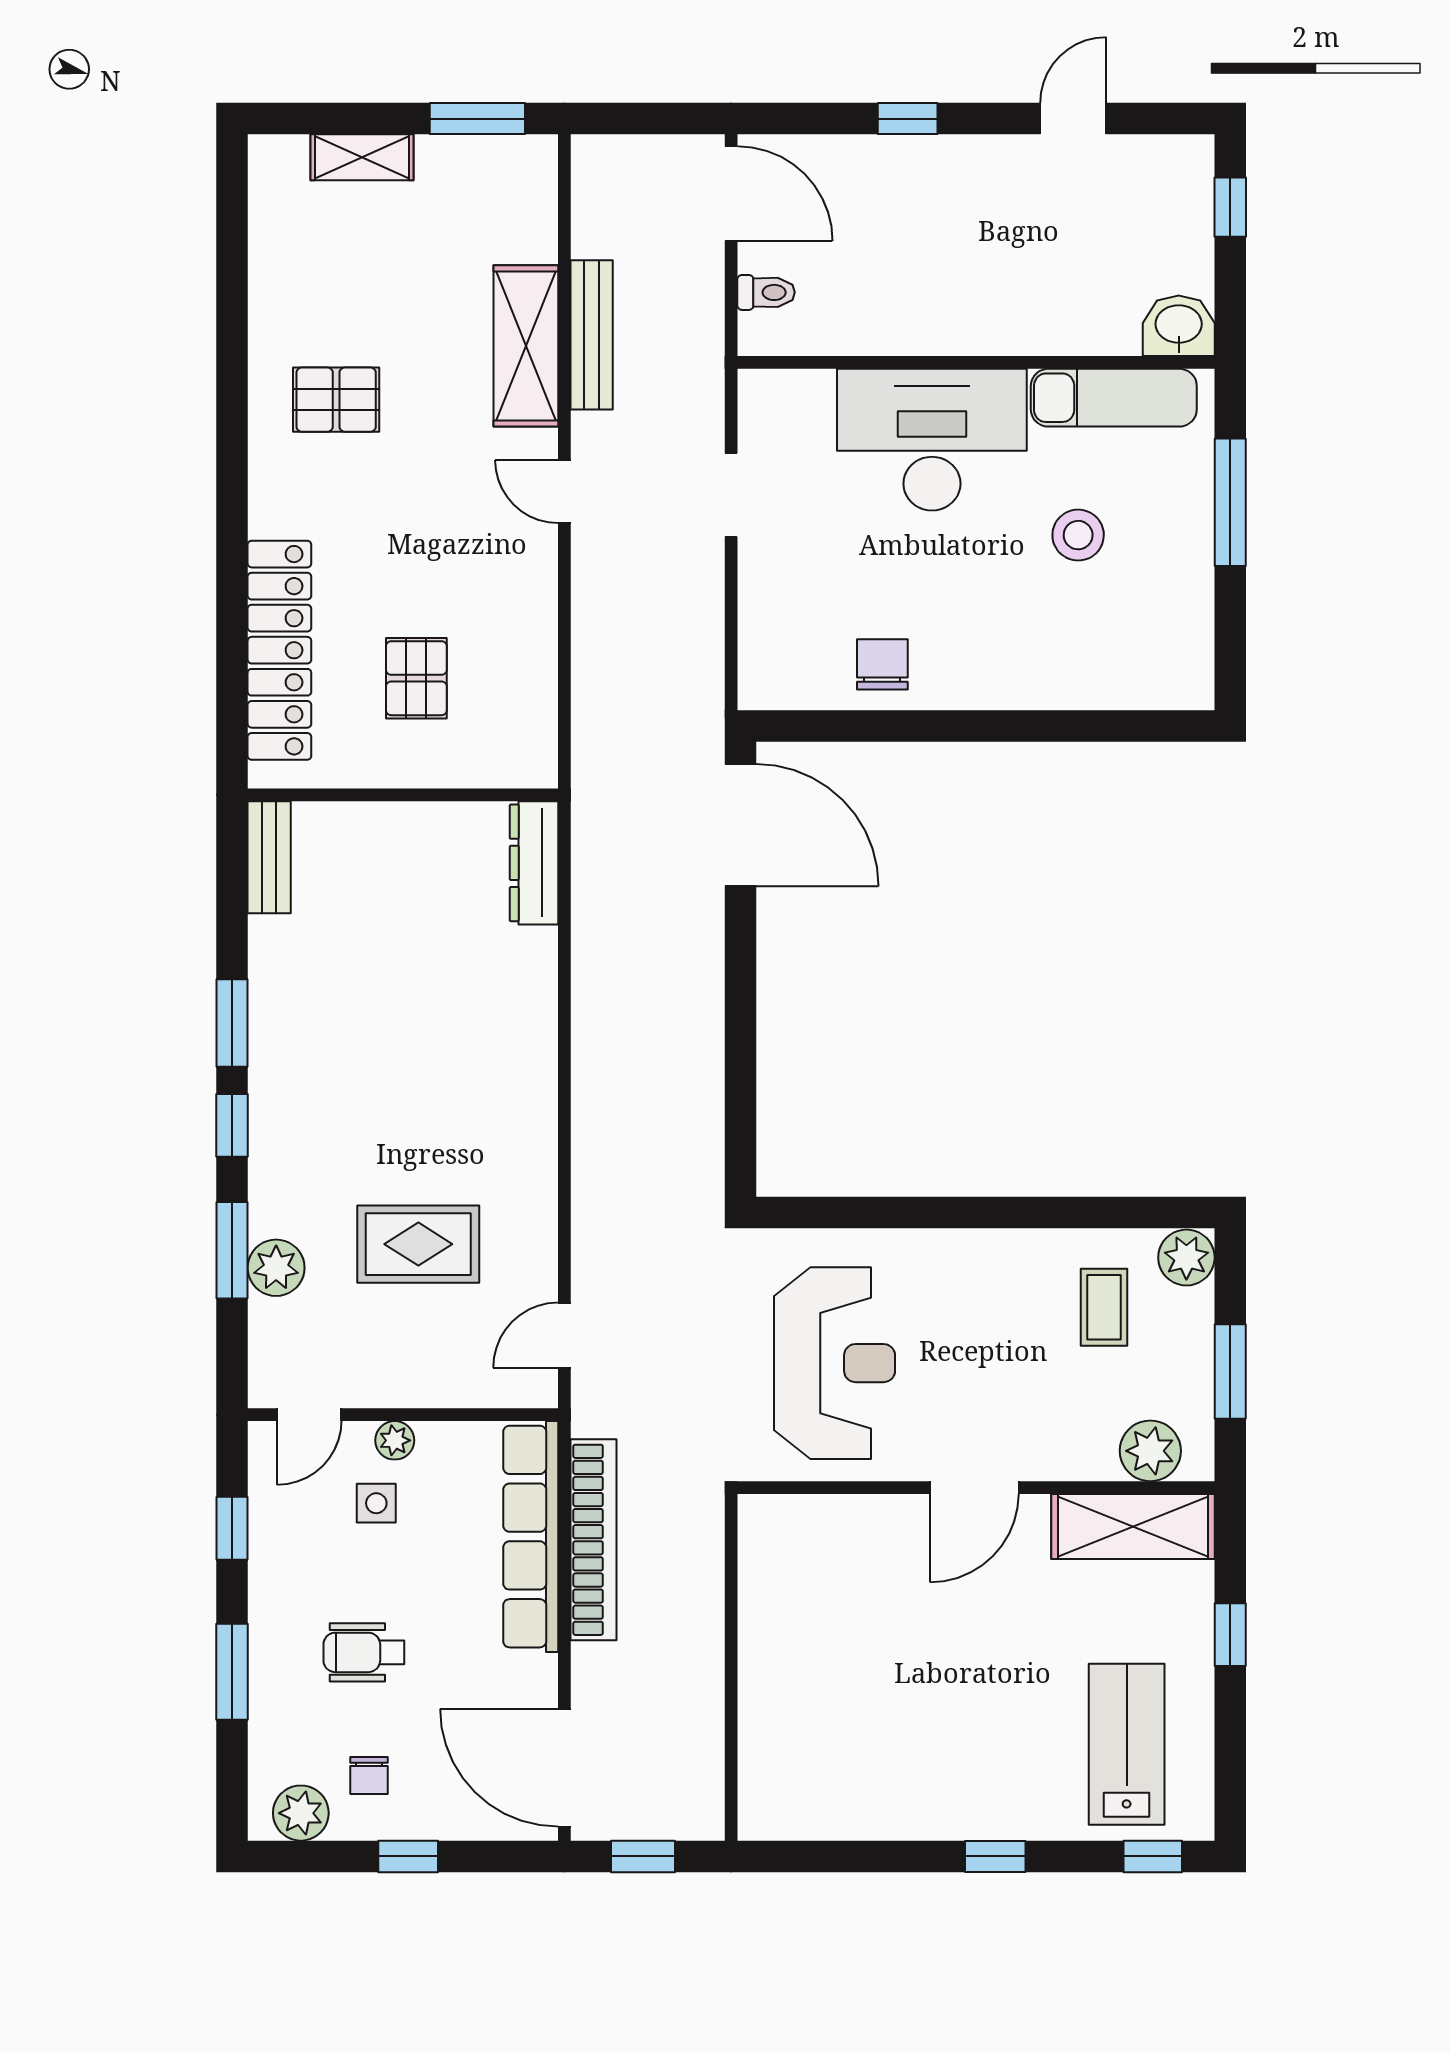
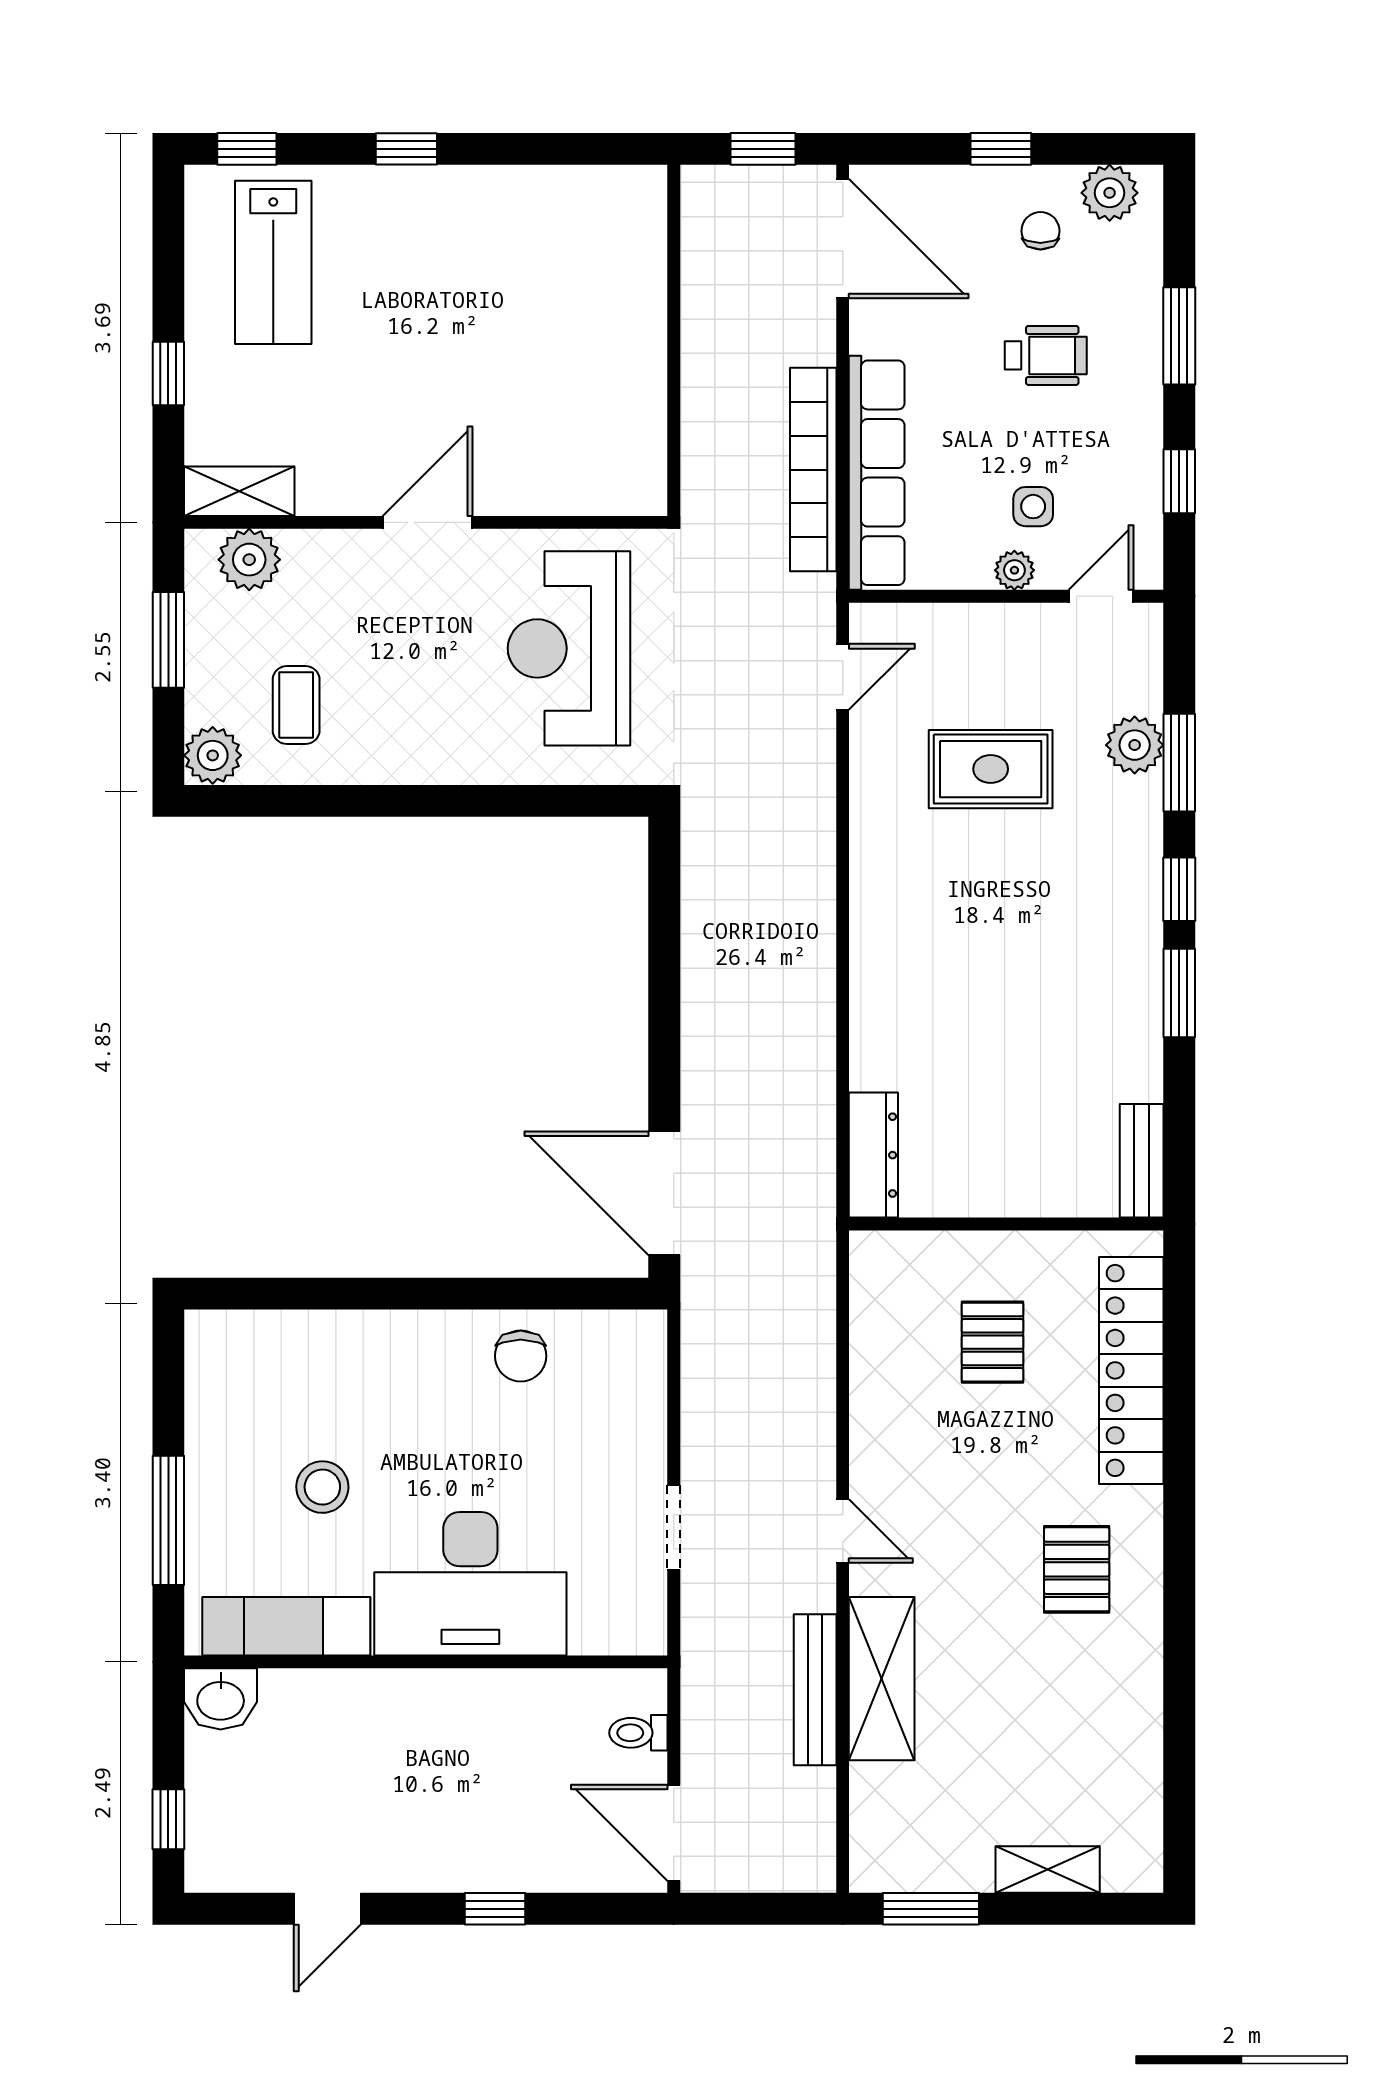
pallet: (336, 400) -> (1077, 1569), moved, turned 90
shelving: (1133, 1526) -> (239, 491), width x0.67, depth x0.75

